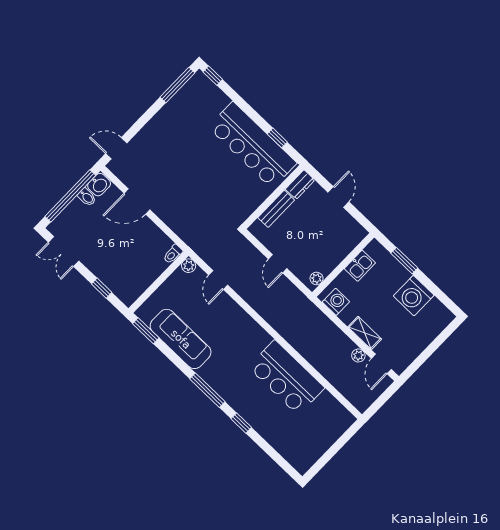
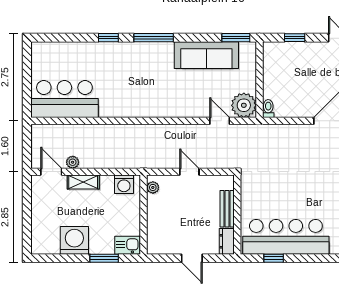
plant: (189, 266) -> (244, 105), width x1.88, depth x1.88
kitchen sink: (360, 266) -> (127, 245), moved, turned 90
bar counter: (286, 377) -> (64, 99), moved

